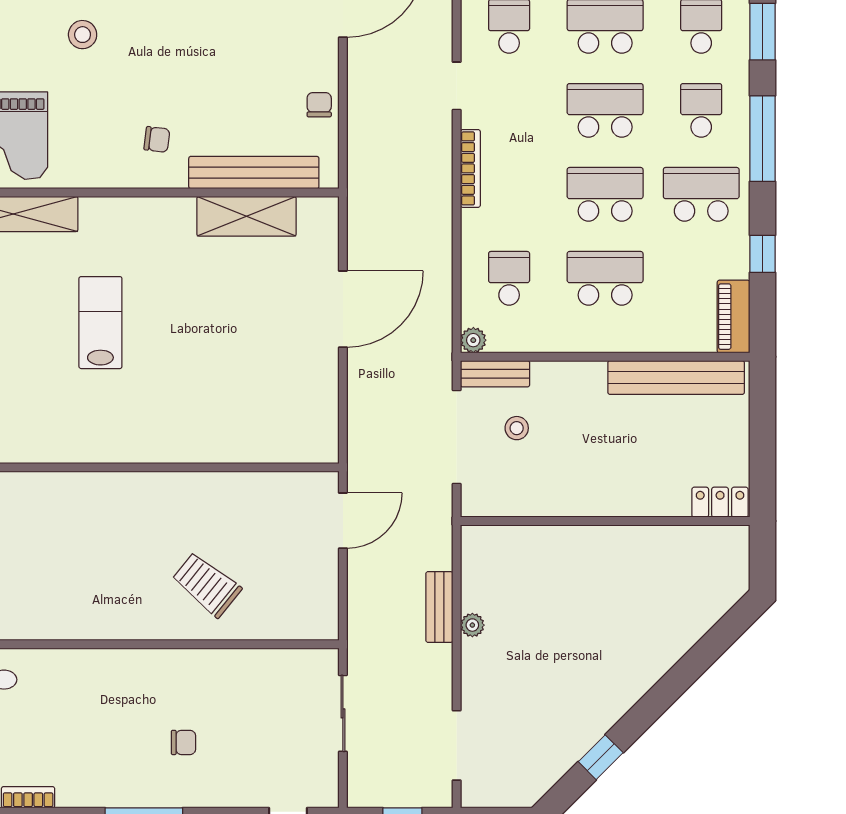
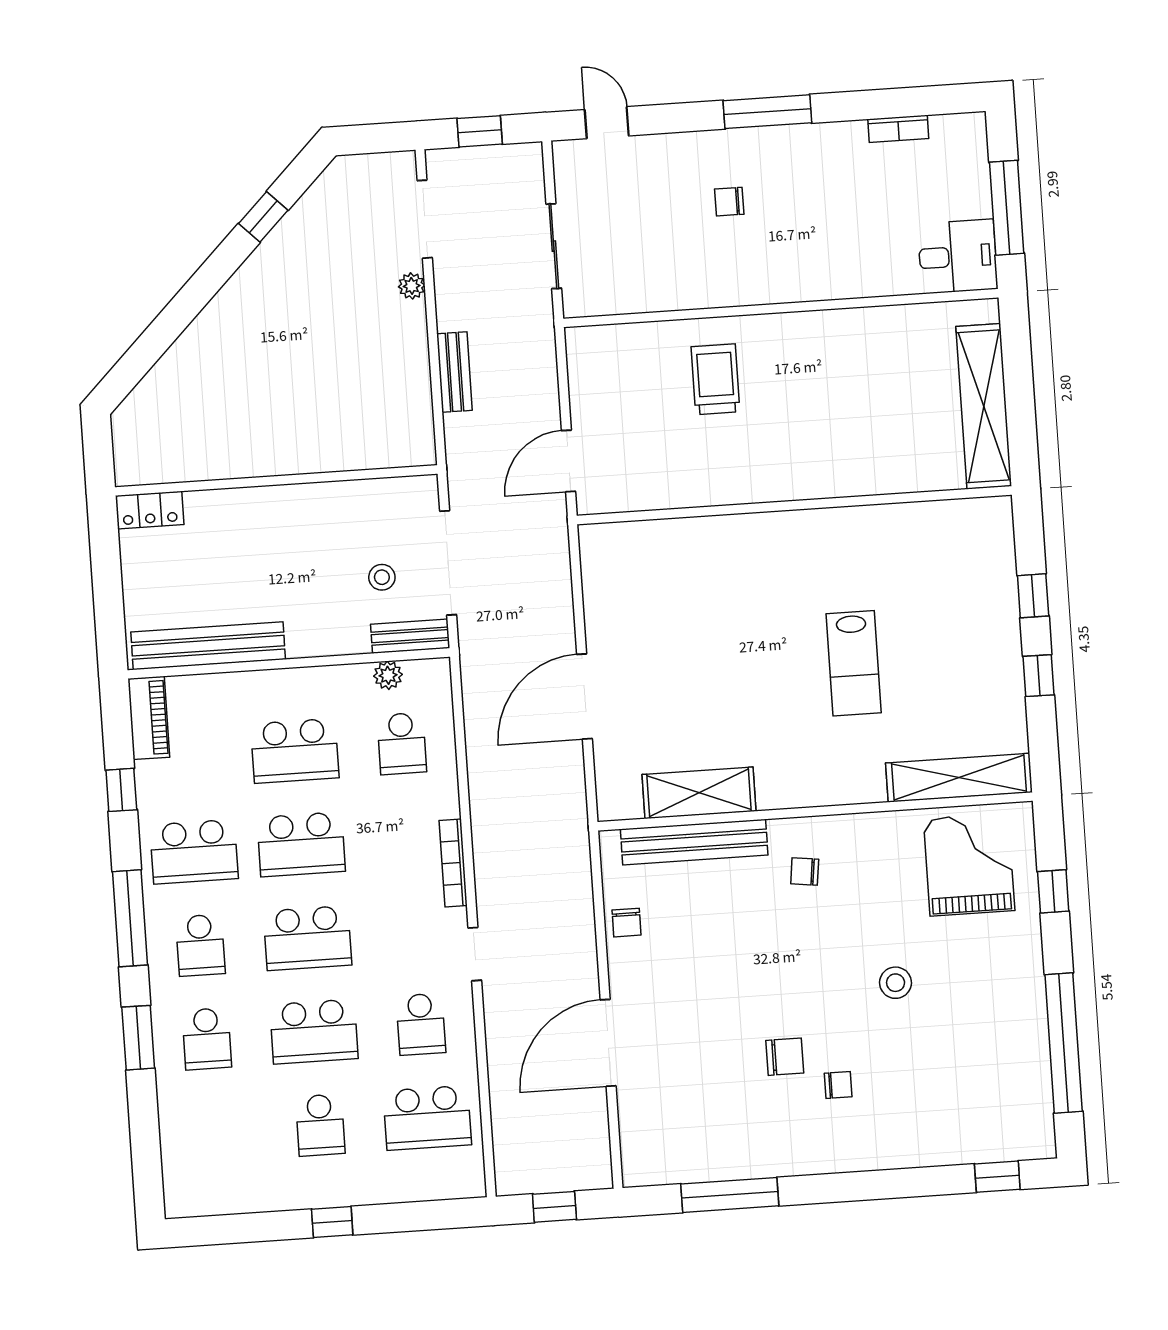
plant: (473, 340) -> (388, 675), moved
trolley: (207, 585) -> (715, 379), turned -129
plant: (472, 625) -> (412, 286), moved

